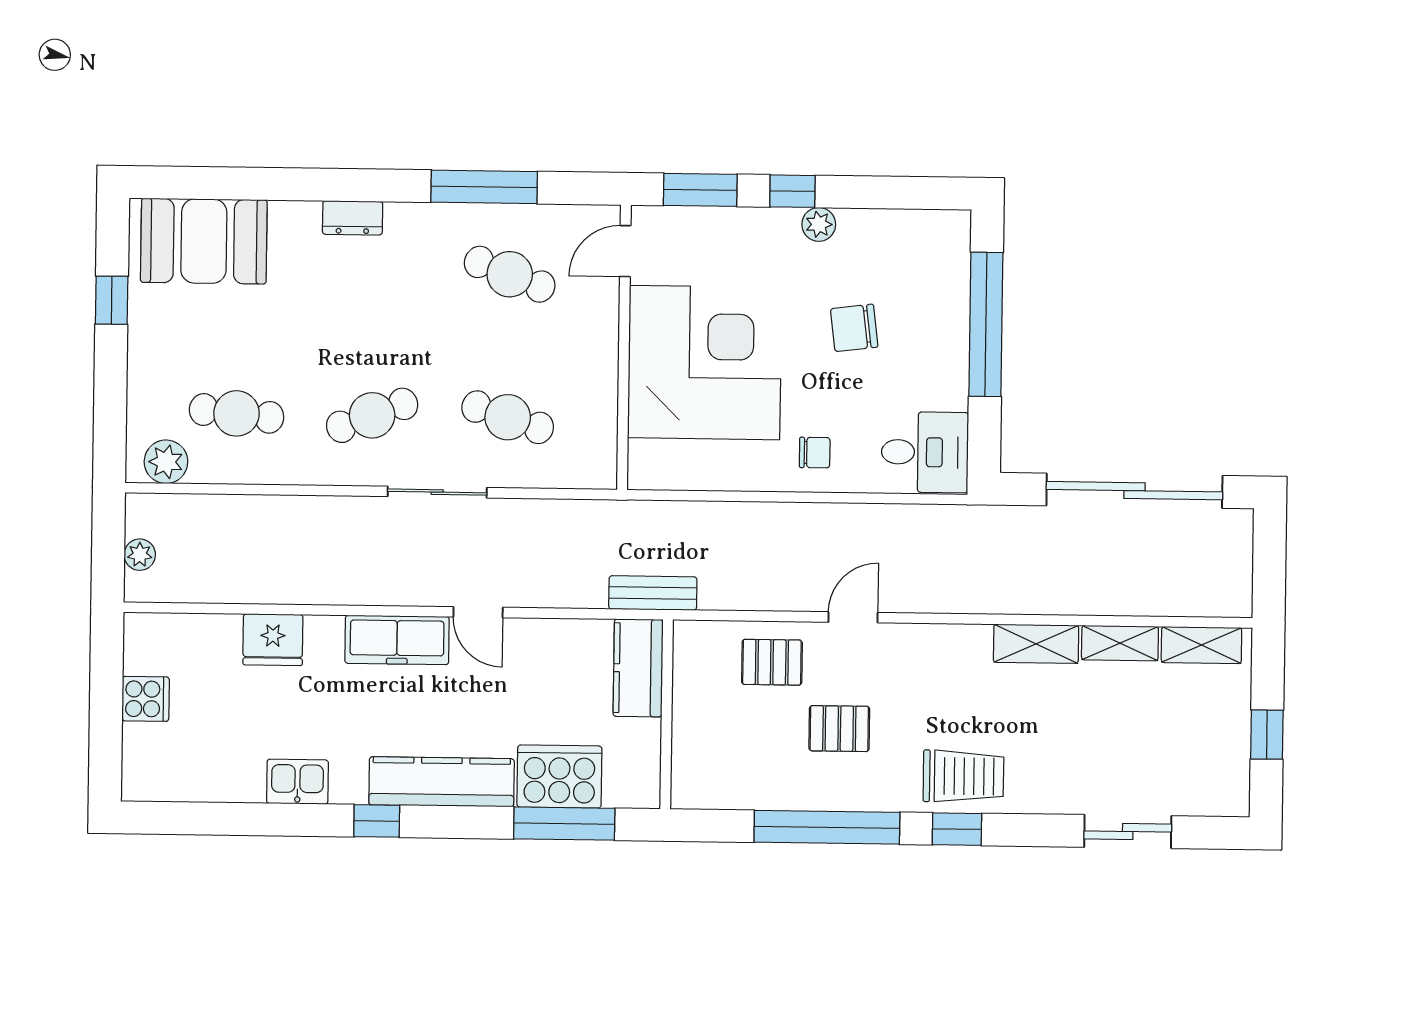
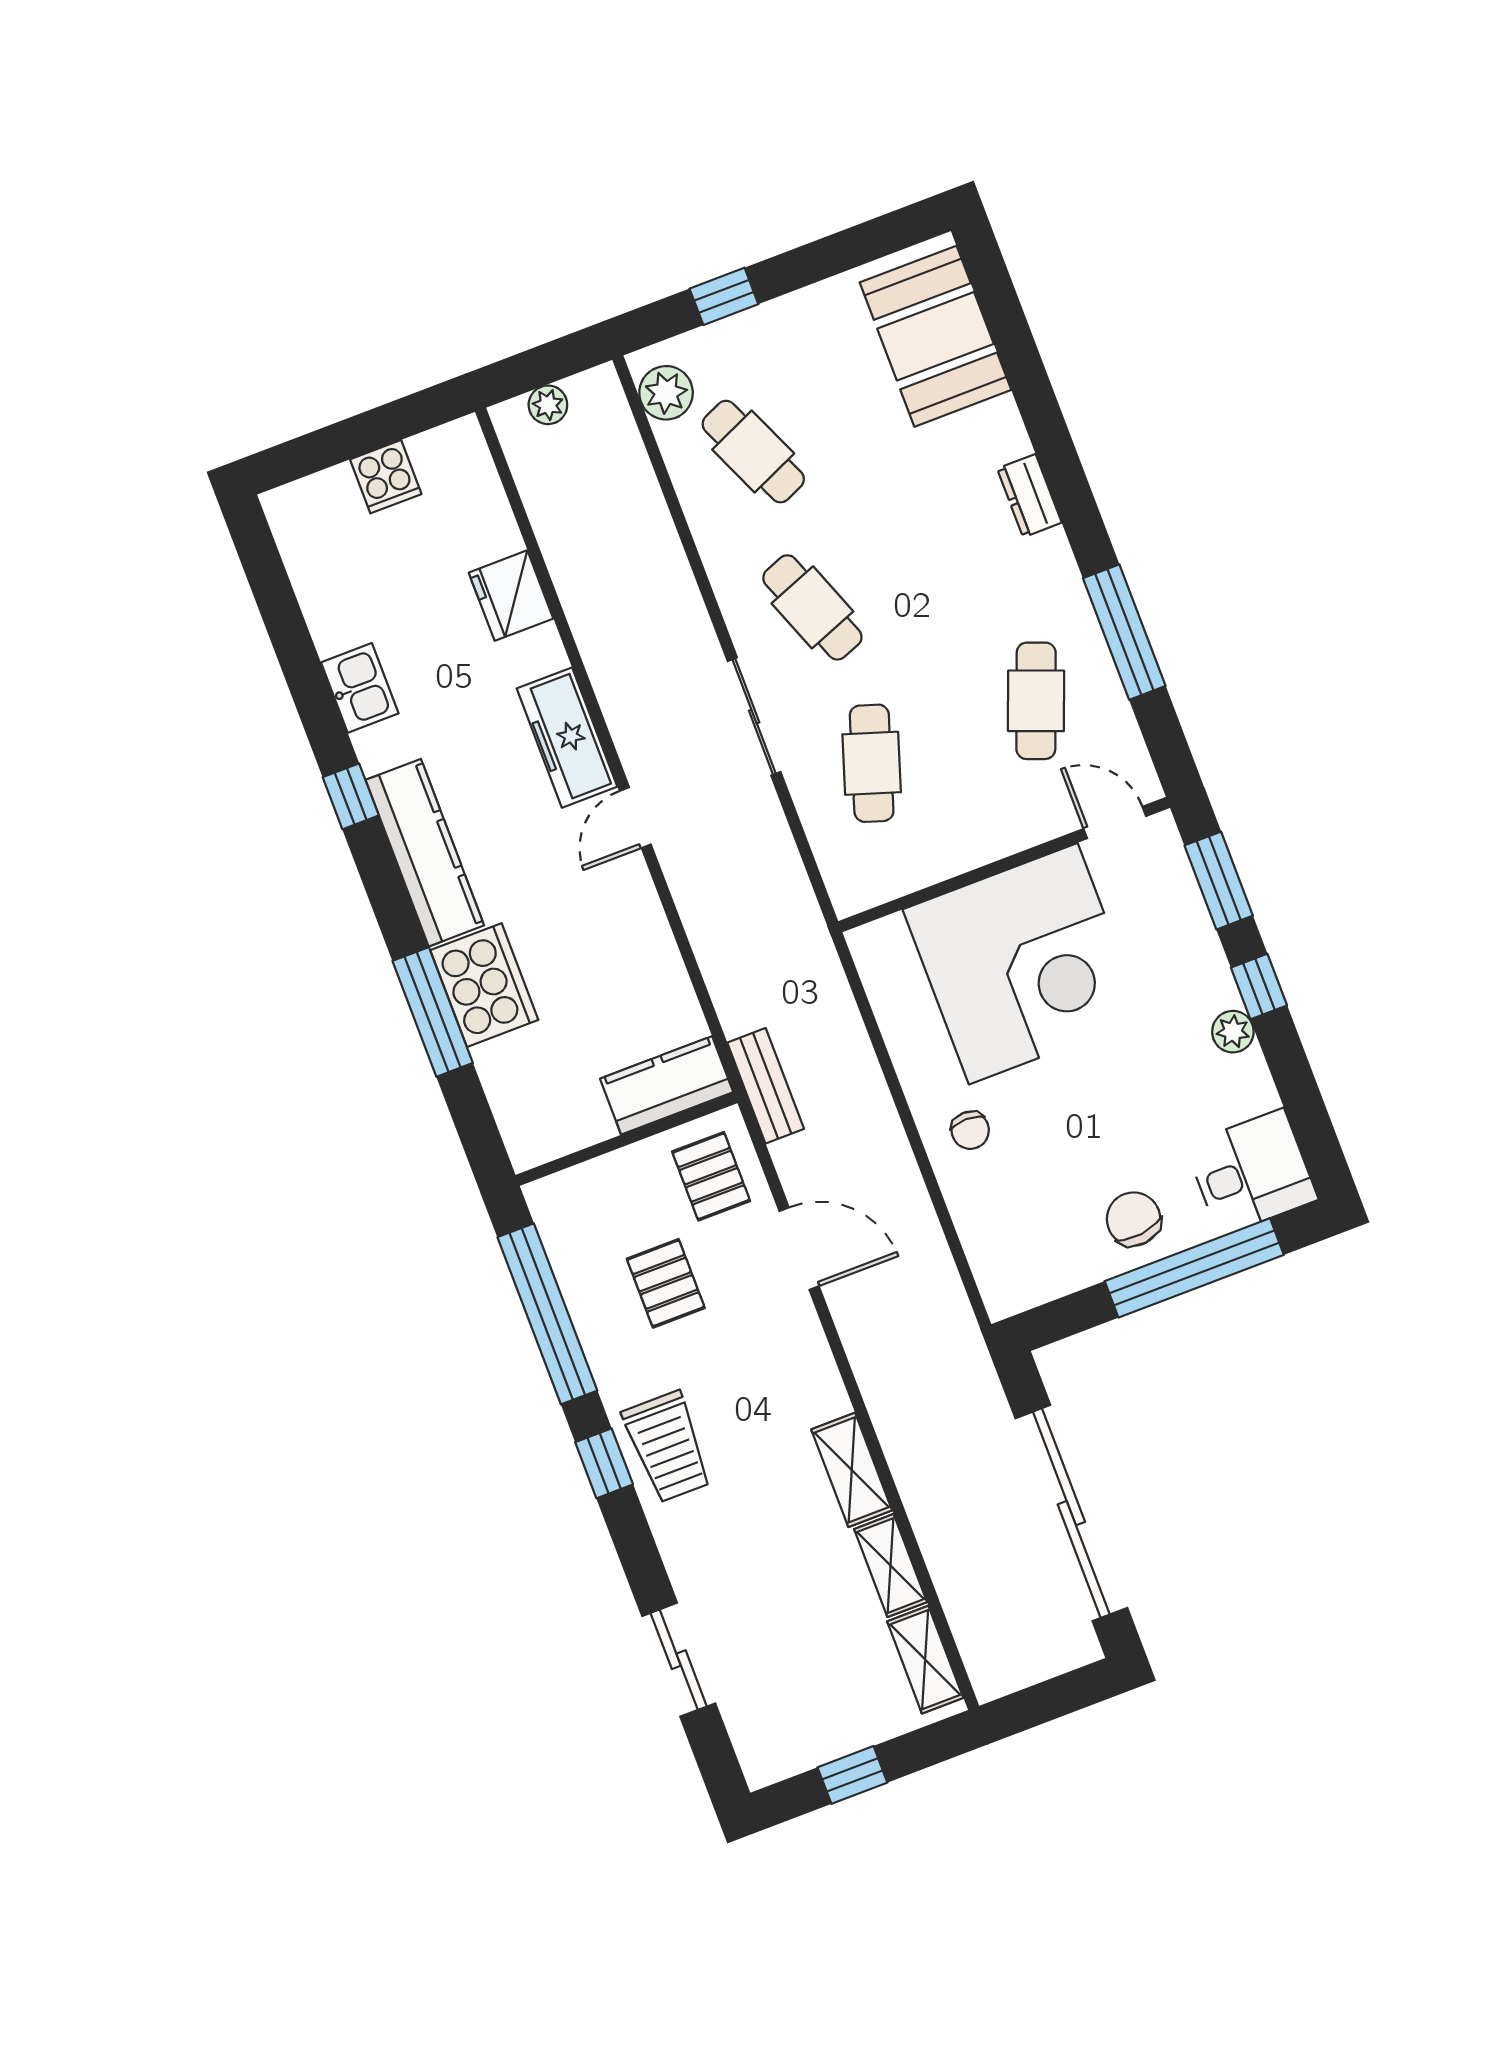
window: (112, 300) -> (724, 296), moved
chair: (854, 328) -> (1134, 1219), moved
cafe table: (237, 413) -> (753, 452), turned -30
desk: (925, 452) -> (1252, 1172), moved, turned -90
bench: (653, 593) -> (766, 1086), moved
door: (853, 617) -> (799, 1249), width x1.38
kitchen counter: (638, 668) -> (667, 1085), moved
wall: (667, 714) -> (626, 1139), moved

